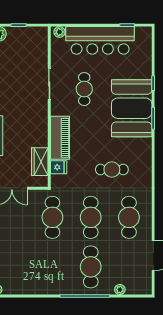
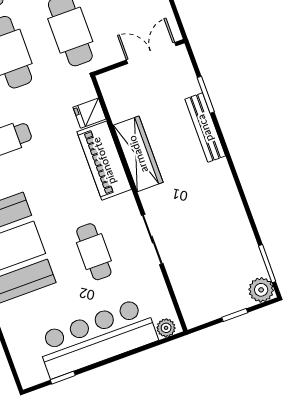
wardrobe: (40, 162) -> (138, 154), moved, width x1.50

